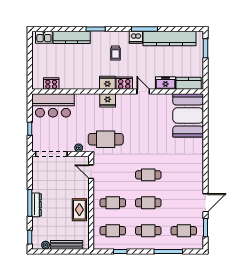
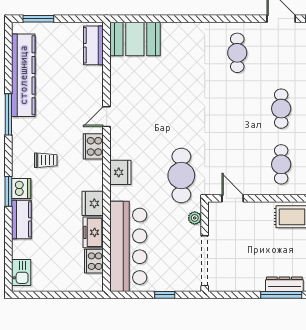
kitchen counter: (72, 37) -> (21, 219), width x0.67
dishwasher: (136, 37) -> (21, 189), moved
fridge: (107, 83) -> (93, 203), moved
freezer: (165, 83) -> (93, 232), moved
bar counter: (53, 105) -> (128, 246), width x1.36
booth: (188, 115) -> (135, 39), width x0.73, depth x0.70
door: (91, 172) -> (233, 198), swing flipped
cafe table: (148, 175) -> (237, 53), moved

